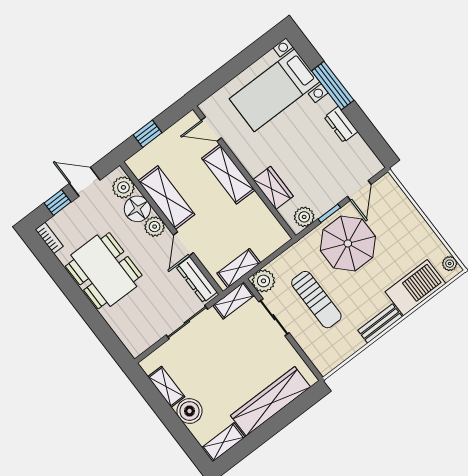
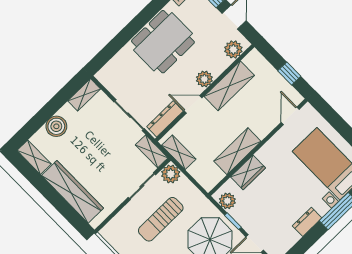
window: (147, 134) -> (289, 73), moved
shelving: (228, 174) -> (237, 151), moved
floor lamp: (137, 209) -> (217, 63), removed
shelving: (166, 387) -> (84, 95), moved

